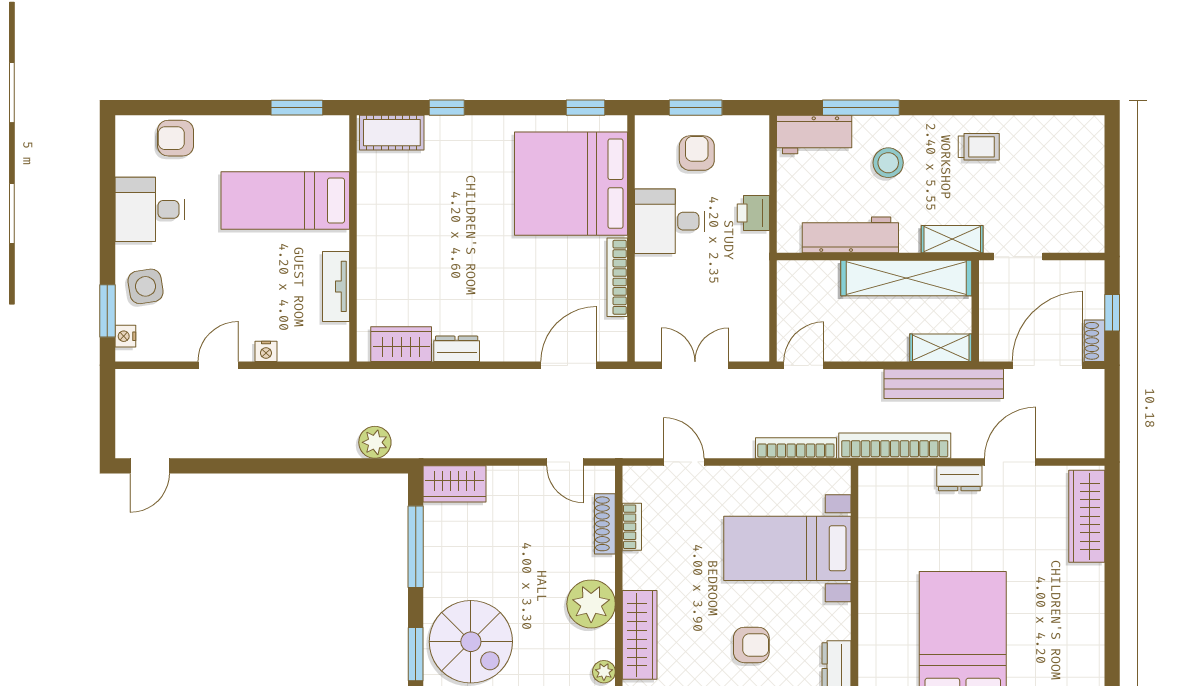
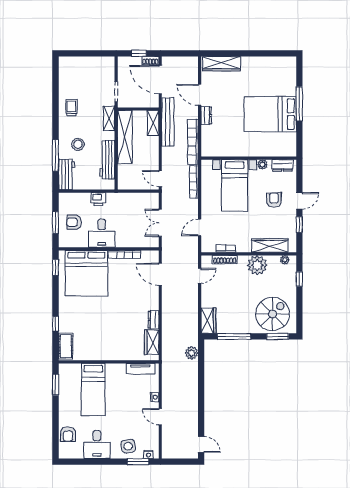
tv unit: (336, 286) -> (141, 369), moved
plant: (839, 617) -> (262, 165), added

